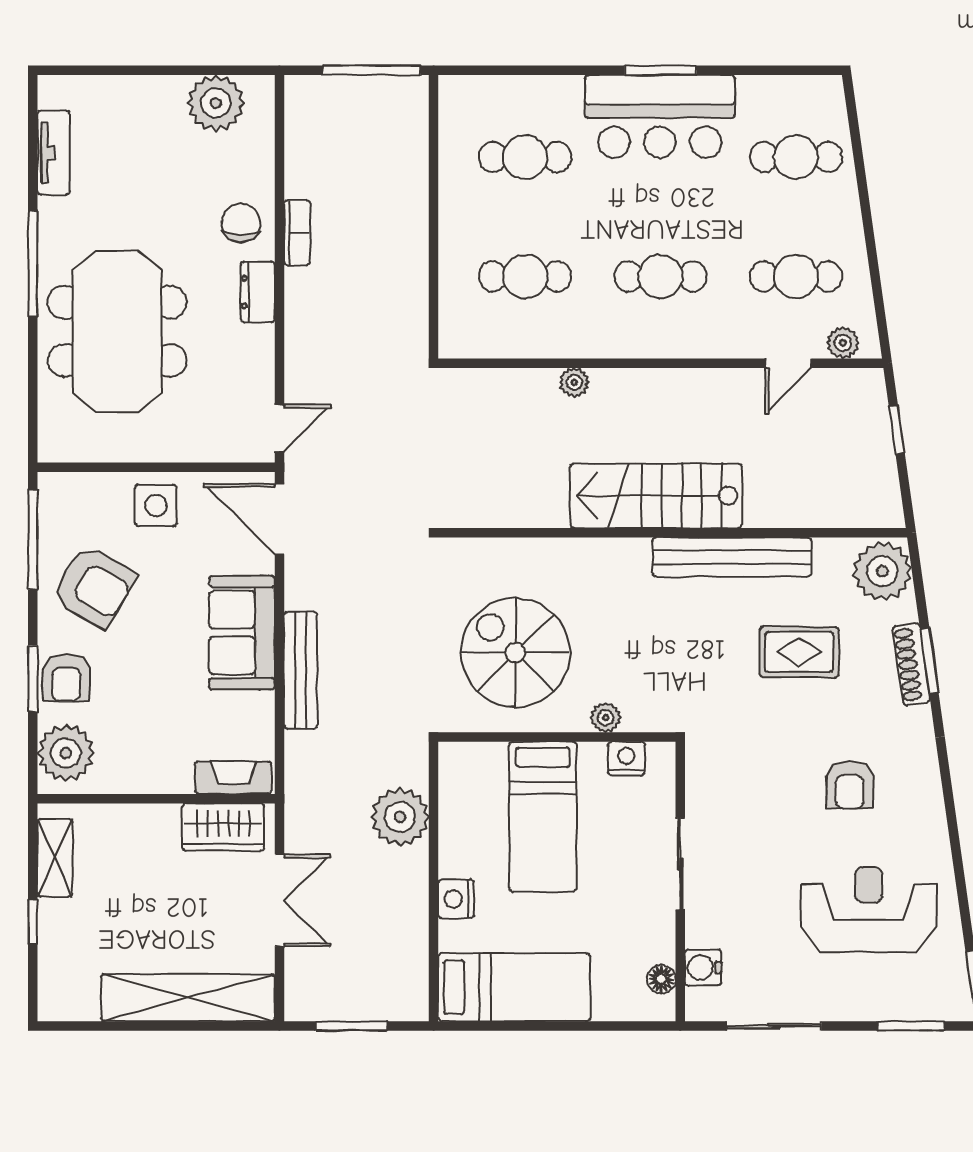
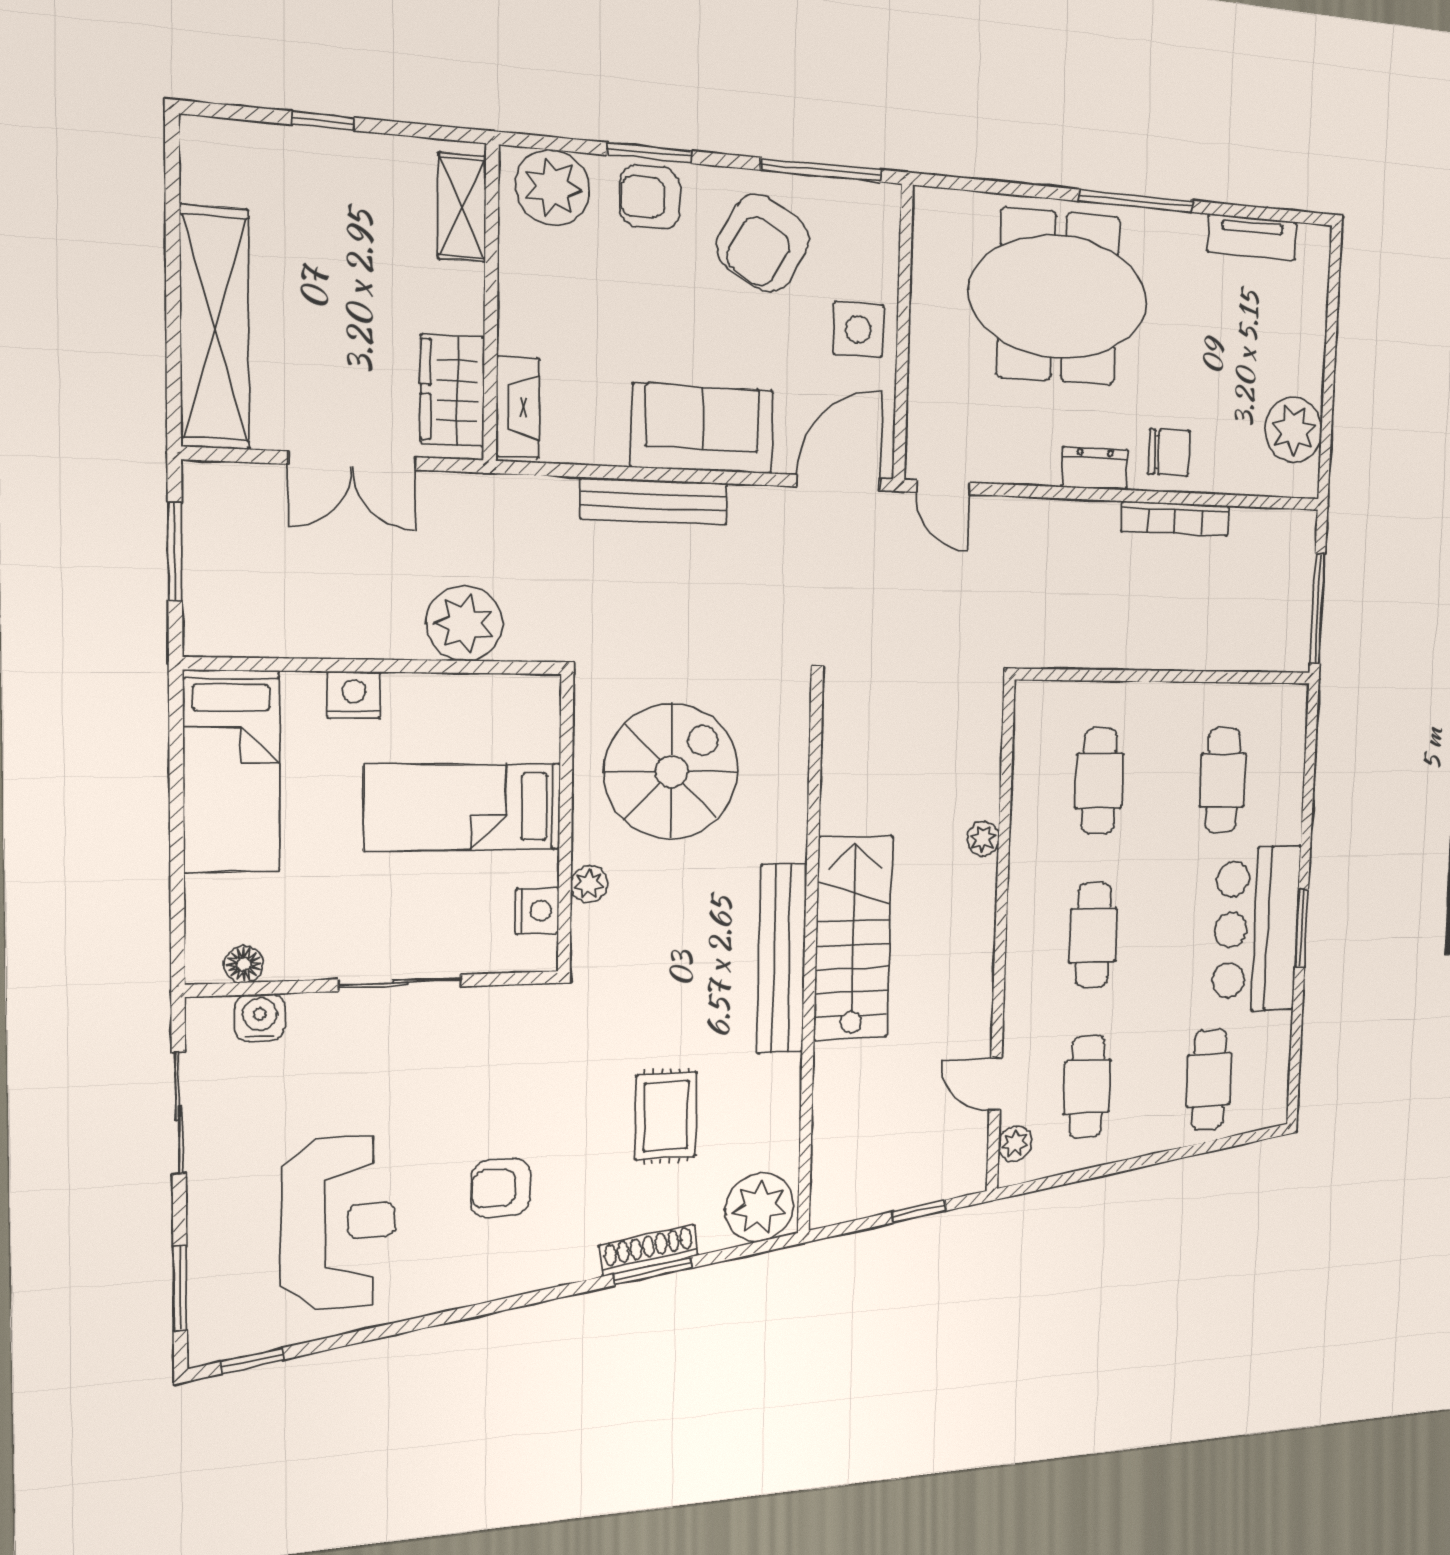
bookcase: (297, 233) -> (1175, 519), width x1.56
bench: (732, 557) -> (782, 959), moved
shelving: (55, 858) -> (462, 207), moved, turned 90

